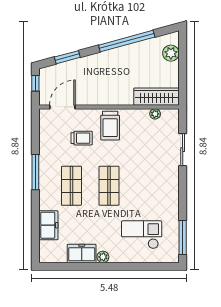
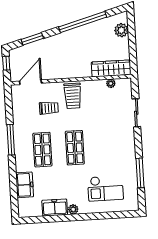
checkout: (142, 235) -> (105, 188), turned 180
window: (183, 238) -> (140, 173), moved

